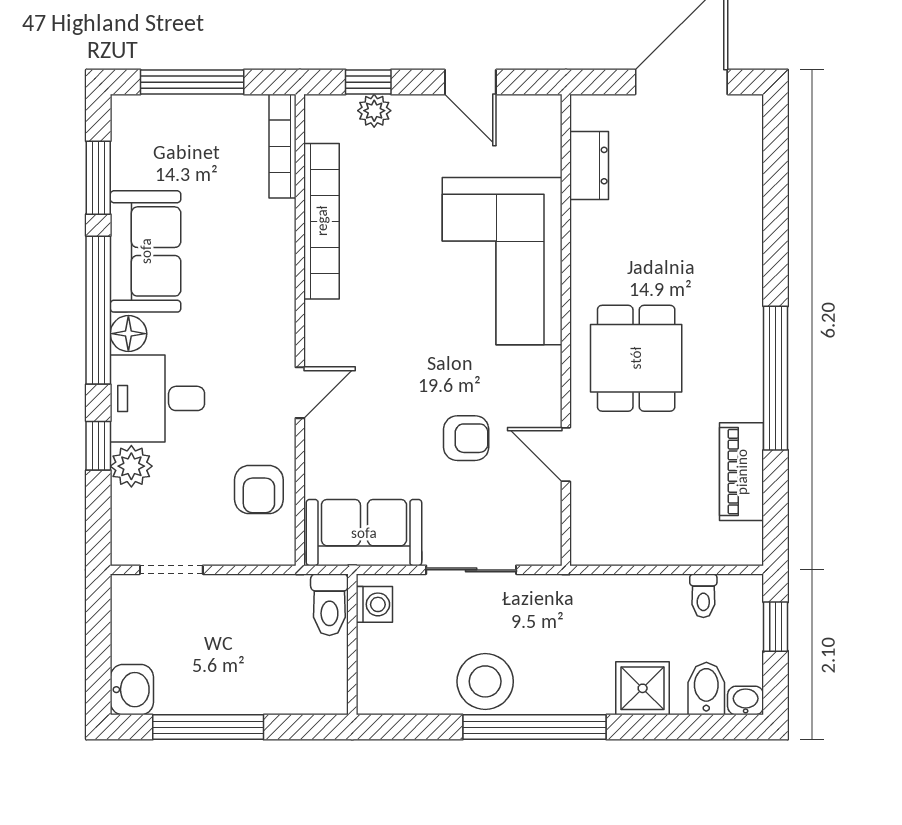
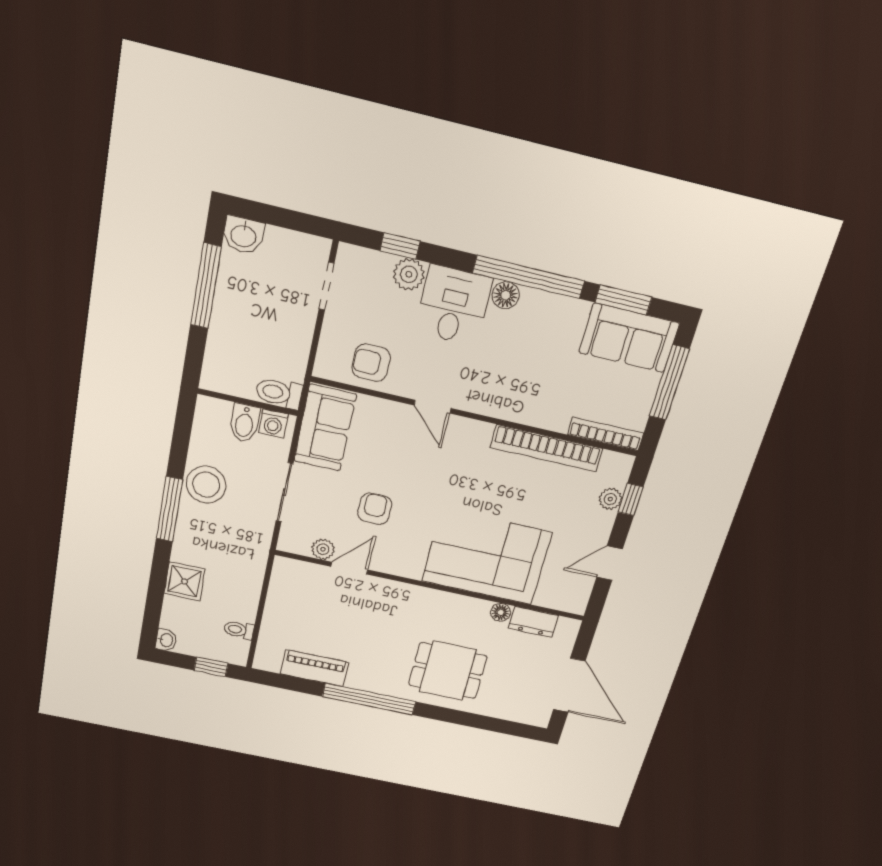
floor lamp: (585, 218) -> (501, 612), added
sofa: (146, 251) -> (629, 338), moved
dining table: (636, 358) -> (448, 671), moved
armchair: (466, 438) -> (375, 509), turned 180
window: (98, 446) -> (400, 246), moved
plant: (545, 498) -> (323, 549), added
bidet: (706, 689) -> (244, 423), moved, turned 90
window: (534, 727) -> (169, 509), width x0.68

